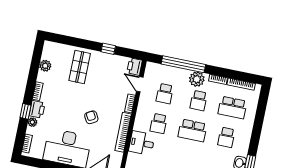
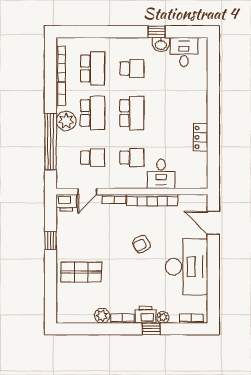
plant: (45, 66) -> (102, 316), moved
school desk: (199, 101) -> (93, 113), width x1.85

